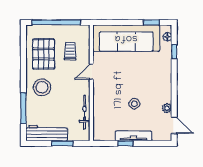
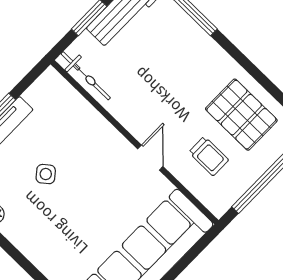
stool: (42, 87) -> (196, 66), removed
bicycle: (85, 112) -> (86, 76), moved

